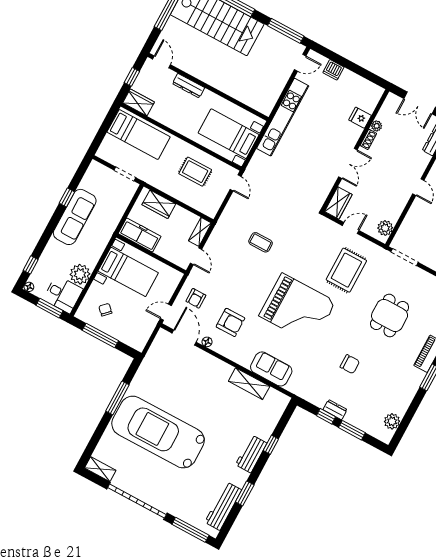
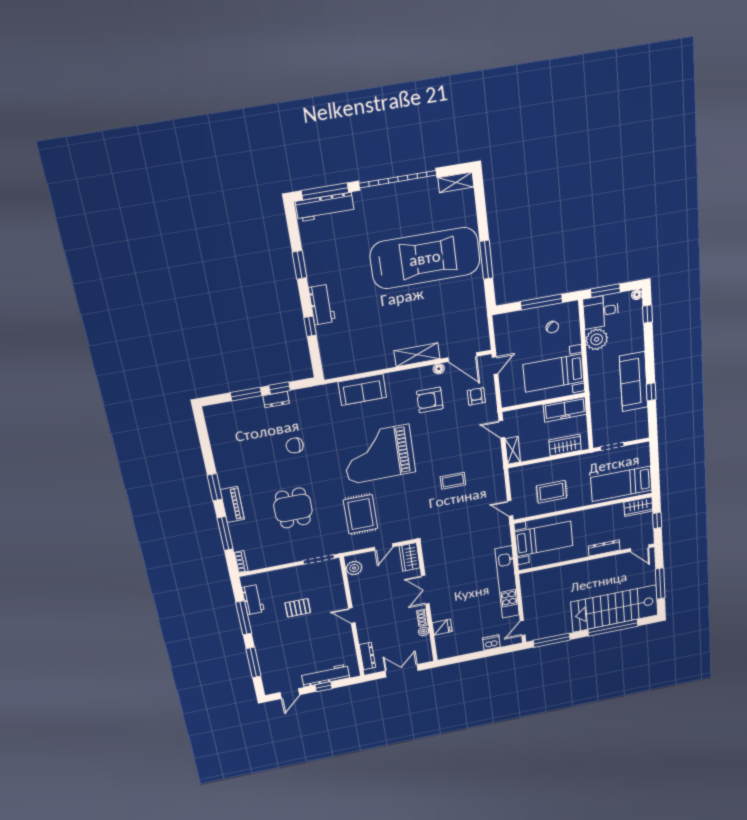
shelving: (249, 384) -> (417, 355), moved
plant: (392, 421) -> (216, 428), removed
workbench: (223, 506) -> (325, 207), moved, turned 90

